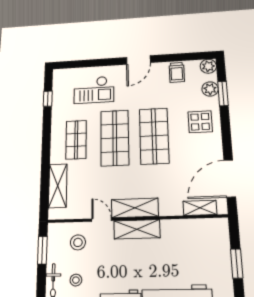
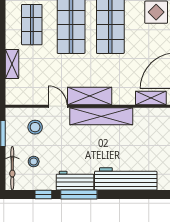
shelving: (58, 186) -> (12, 64), width x0.67, depth x0.75
shelving: (137, 229) -> (101, 116), width x1.47

